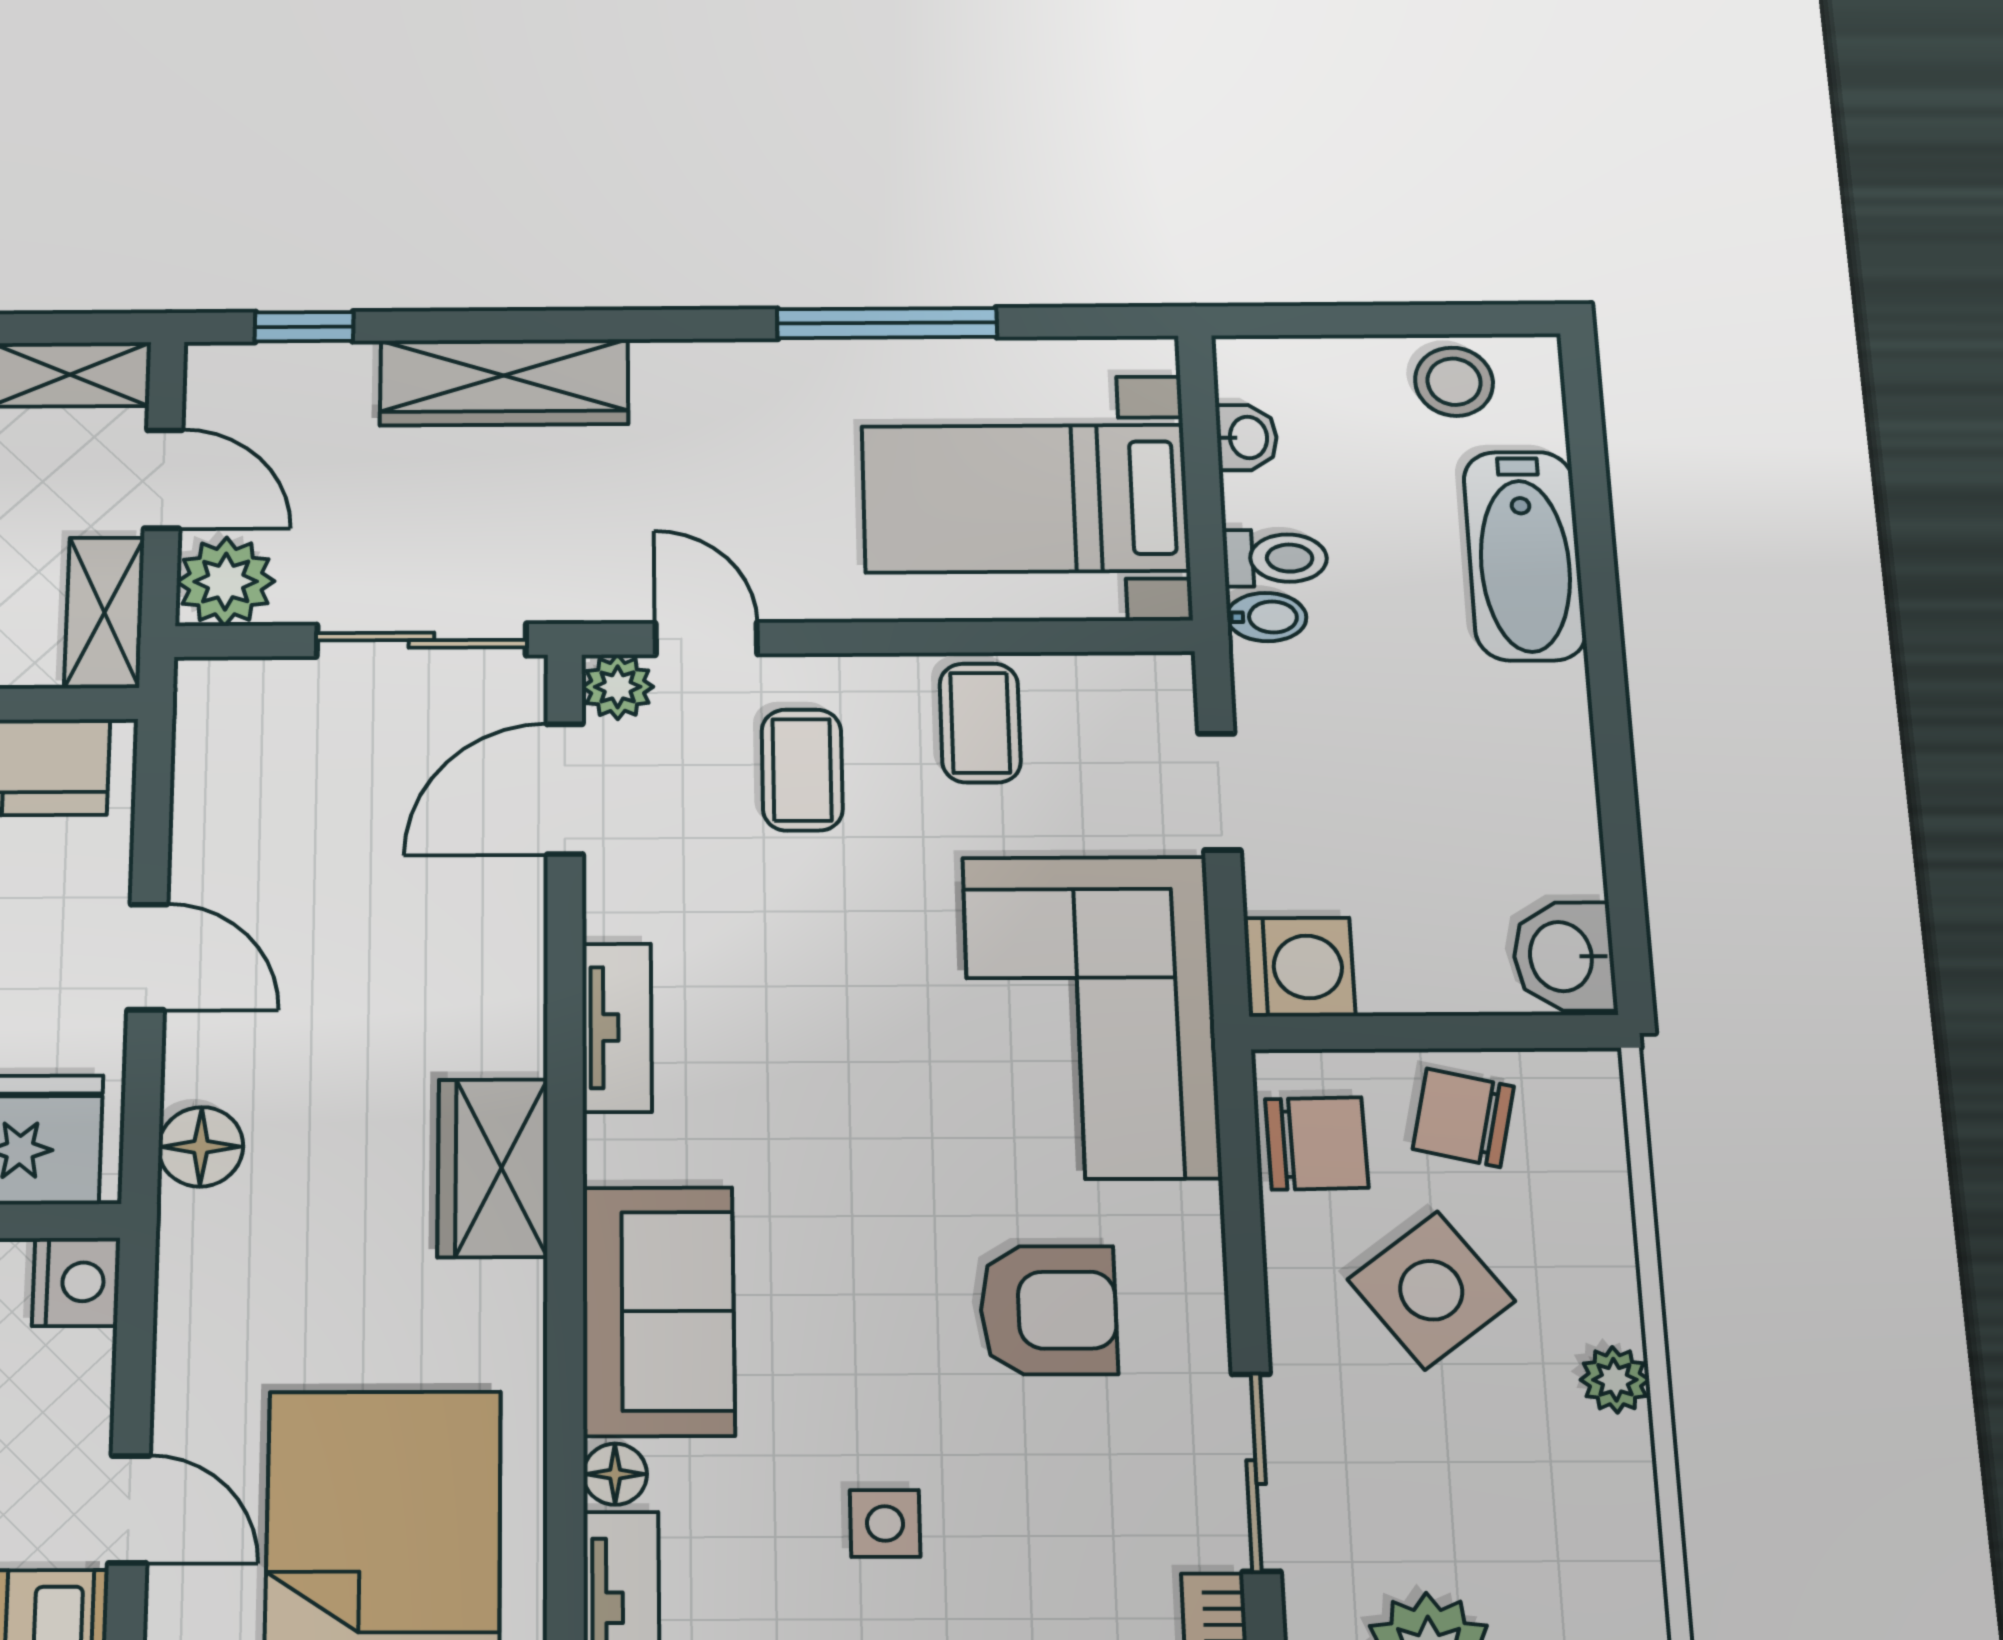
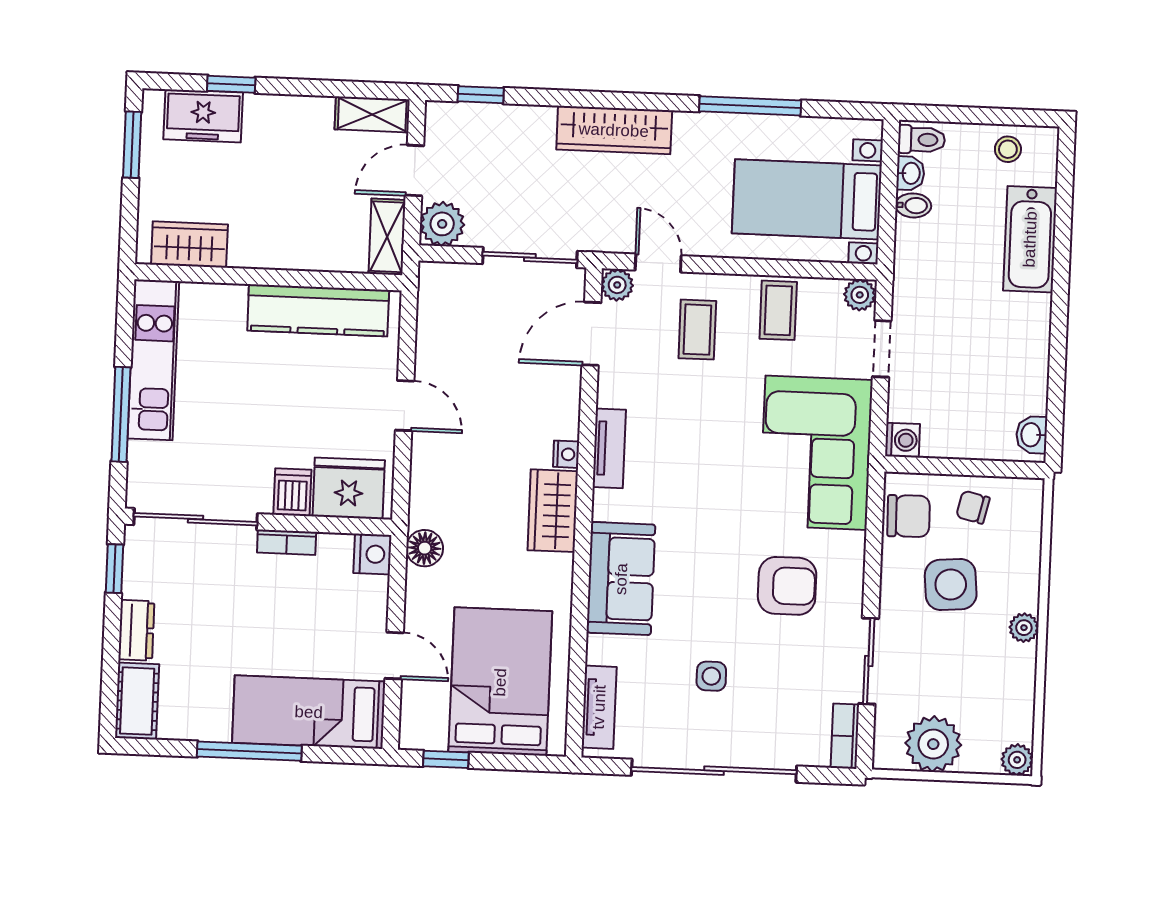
wardrobe: (504, 382) -> (614, 130), moved
stool: (1454, 382) -> (1008, 149), width x0.73, depth x0.73
door: (163, 479) -> (414, 171), swing flipped
toilet: (1275, 558) -> (921, 140), moved
bidet: (1267, 617) -> (913, 205), moved
plant: (1159, 684) -> (860, 295), added
washbasin: (1564, 956) -> (1032, 435), width x0.72, depth x0.69
washing machine: (1299, 967) -> (902, 440), width x0.73, depth x0.73
nightstand: (519, 1044) -> (566, 454), added
chair: (1463, 1118) -> (973, 507), width x0.73, depth x0.73
floor lamp: (201, 1147) -> (425, 548), moved
side table: (1431, 1290) -> (951, 584), turned 32
floor lamp: (615, 1474) -> (599, 650), removed

